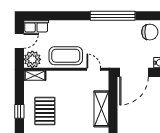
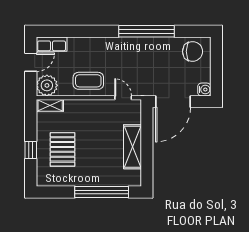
coffee table: (66, 56) -> (88, 81), width x0.73, depth x0.76

